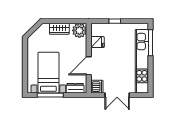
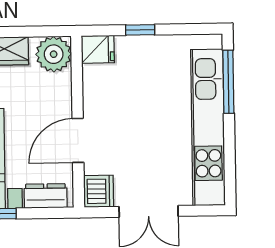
fridge: (97, 42) -> (98, 49), moved

